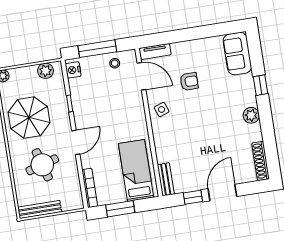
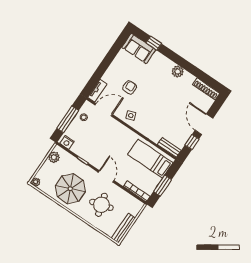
window: (261, 85) -> (154, 43), moved

